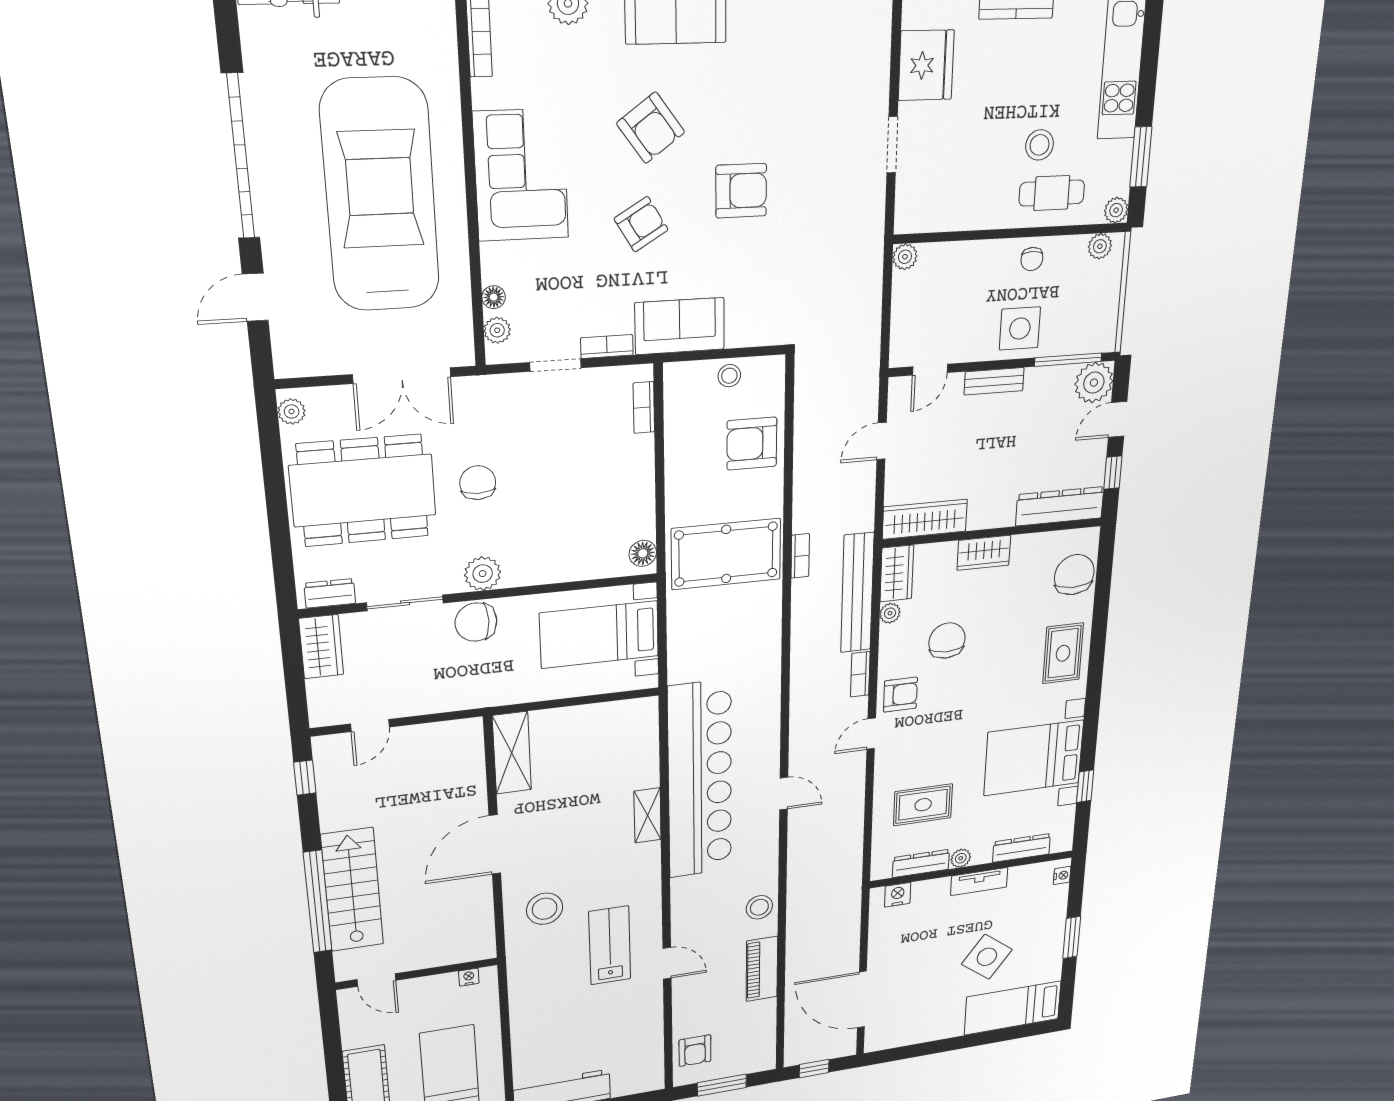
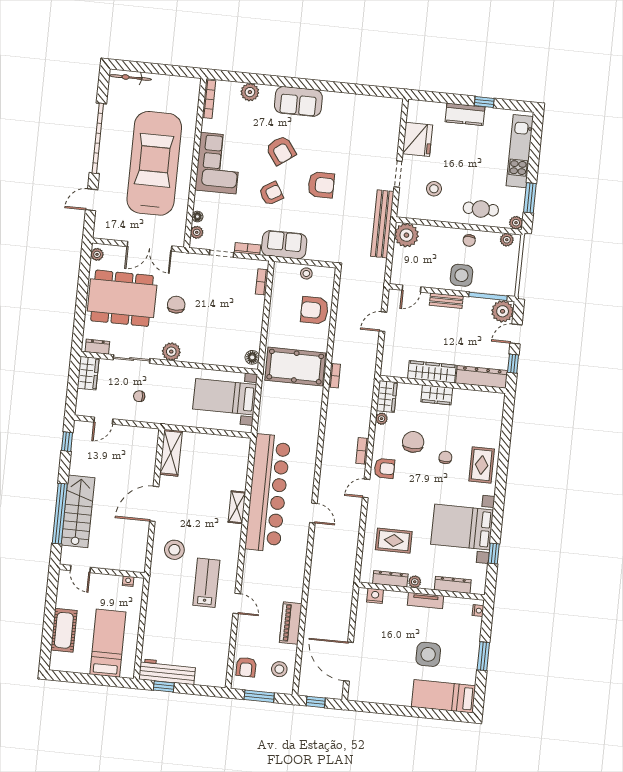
stool: (1040, 145) -> (434, 189), moved
plant: (905, 257) -> (406, 235), width x1.87, depth x1.87
wardrobe: (925, 519) -> (432, 372), moved
chair: (1074, 575) -> (445, 457), moved, width x0.54, depth x0.54
bench: (857, 593) -> (382, 224), moved
chair: (476, 622) -> (139, 396), moved, width x0.54, depth x0.54
stool: (759, 907) -> (279, 669), moved
side table: (987, 957) -> (428, 654), turned -37

